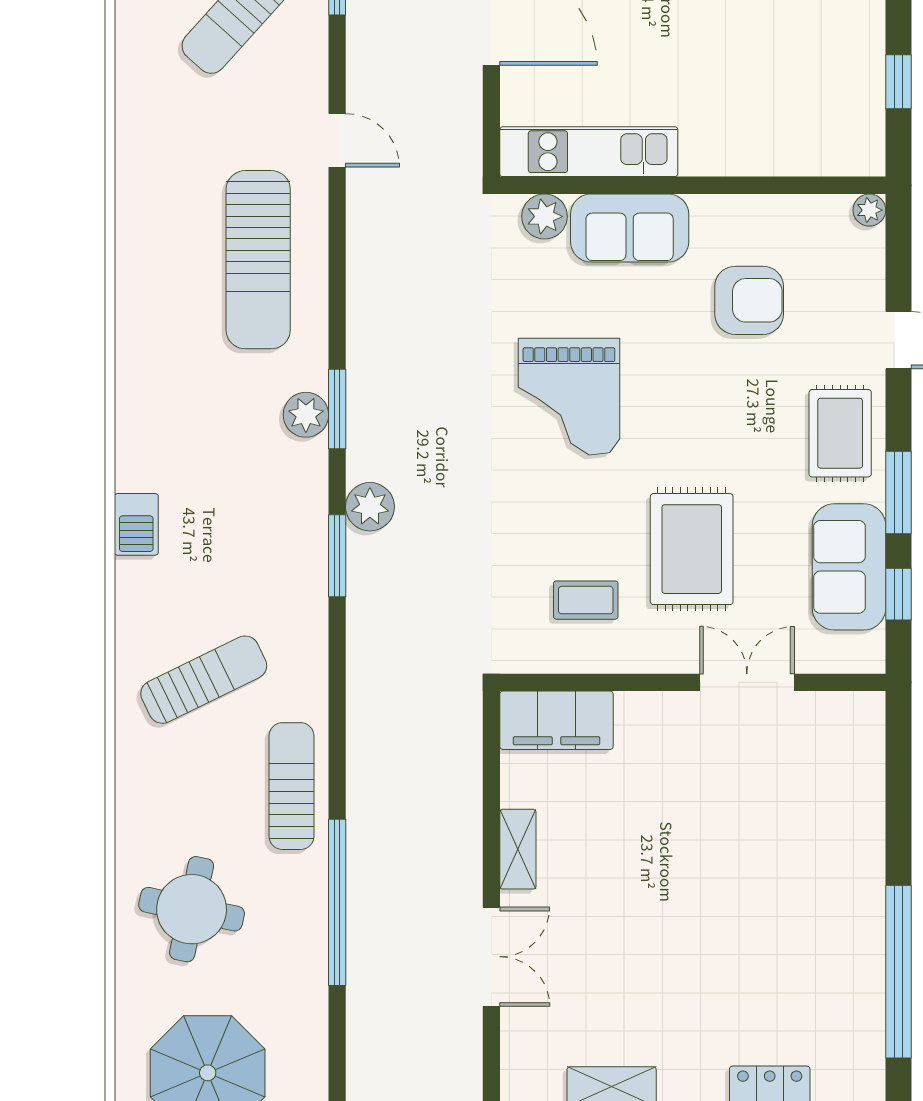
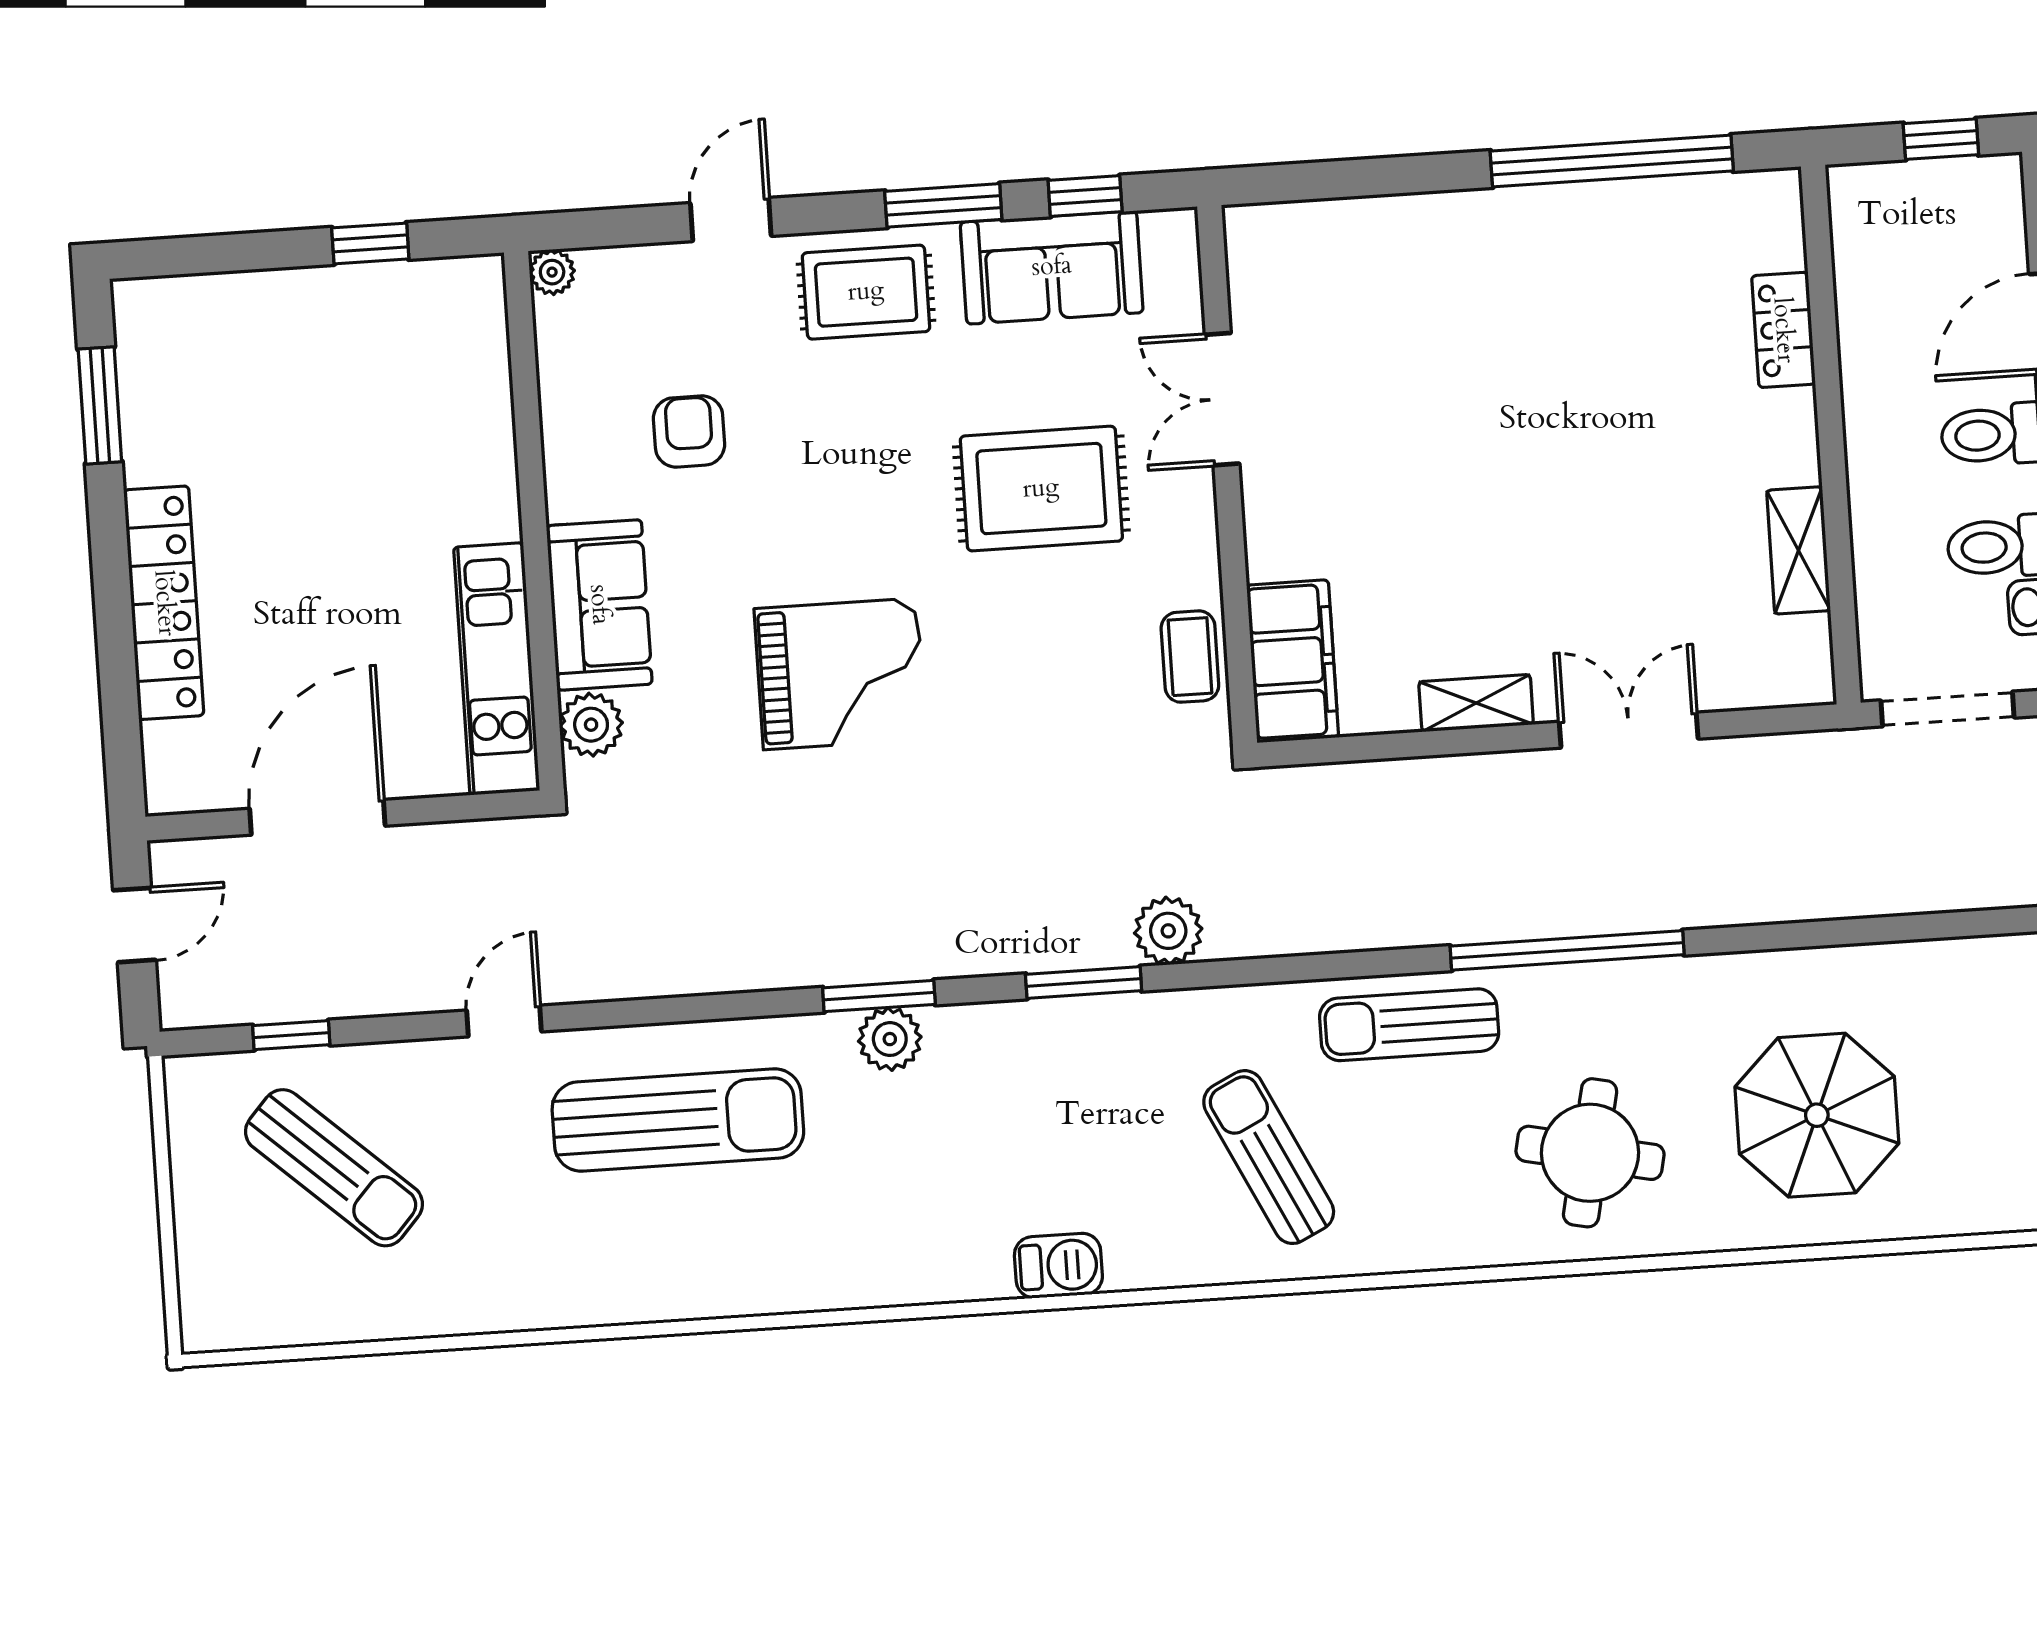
armchair: (749, 300) -> (689, 431), width x0.72, depth x0.72
plant: (370, 507) -> (1168, 931), moved
coffee table: (586, 600) -> (1190, 657), moved

